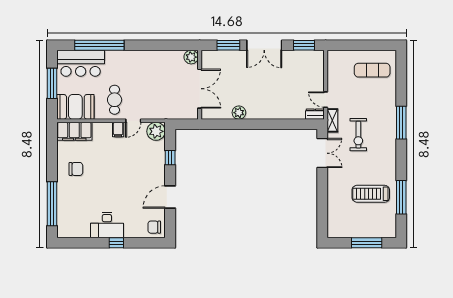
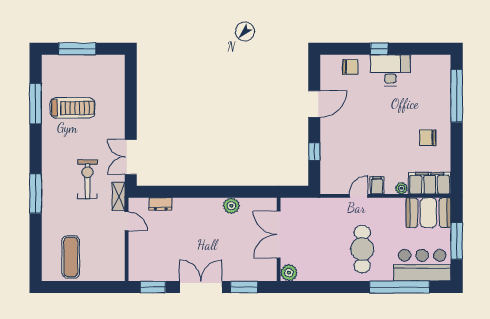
exercise mat: (372, 70) -> (71, 257), turned 90
cafe table: (115, 100) -> (362, 249), moved, width x1.37, depth x1.35
dresser: (315, 114) -> (161, 204), moved
plant: (156, 131) -> (402, 188), moved, width x0.53, depth x0.53
chair: (154, 227) -> (350, 67), moved

